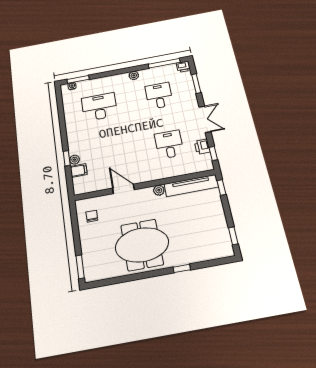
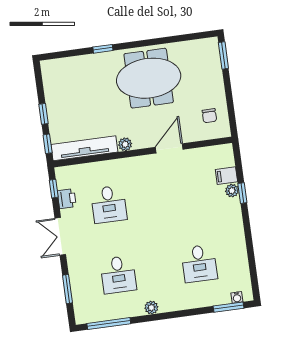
printer: (183, 67) -> (83, 316), removed
desk: (99, 107) -> (199, 263), width x0.73
door: (123, 189) -> (169, 148), swing flipped
window: (233, 236) -> (43, 114), moved

